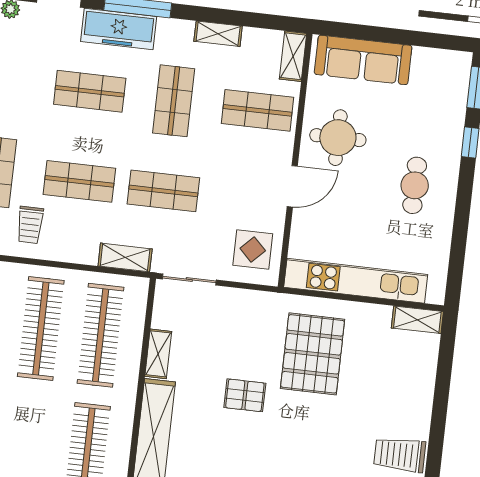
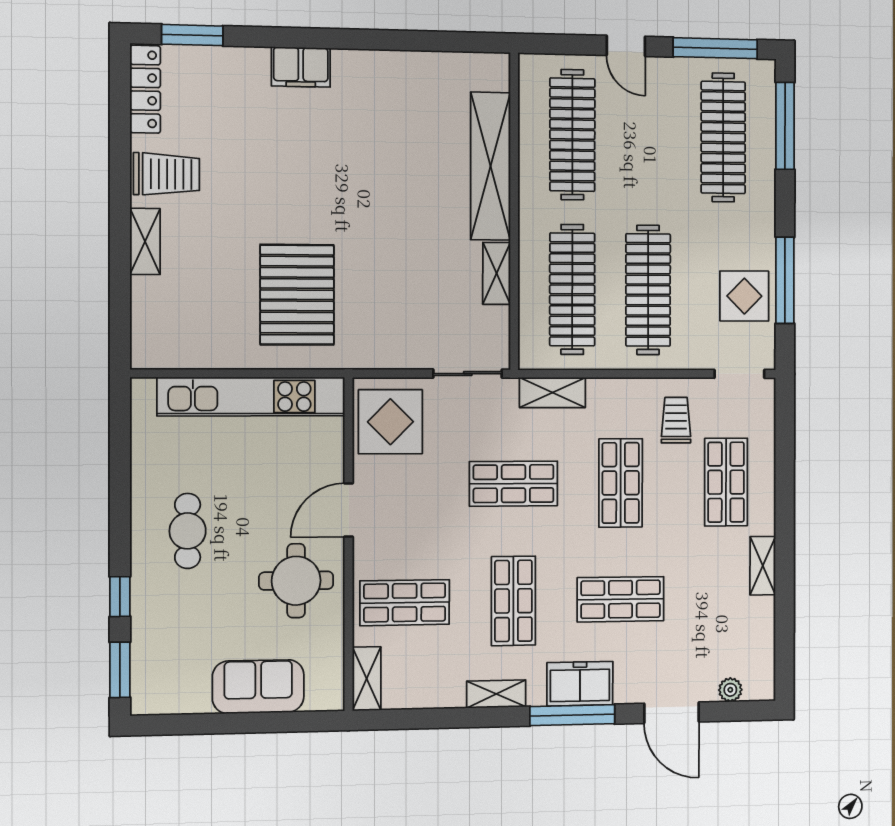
freezer: (119, 29) -> (580, 684), width x0.71
shelving: (218, 34) -> (496, 694), moved
sofa: (363, 60) -> (258, 687), width x0.73
shop shelf: (79, 181) -> (621, 483), turned 90
display table: (253, 250) -> (390, 422), width x1.36, depth x1.36
shelving: (417, 320) -> (145, 241), moved, turned 90
pallet: (245, 395) -> (379, 231), removed

